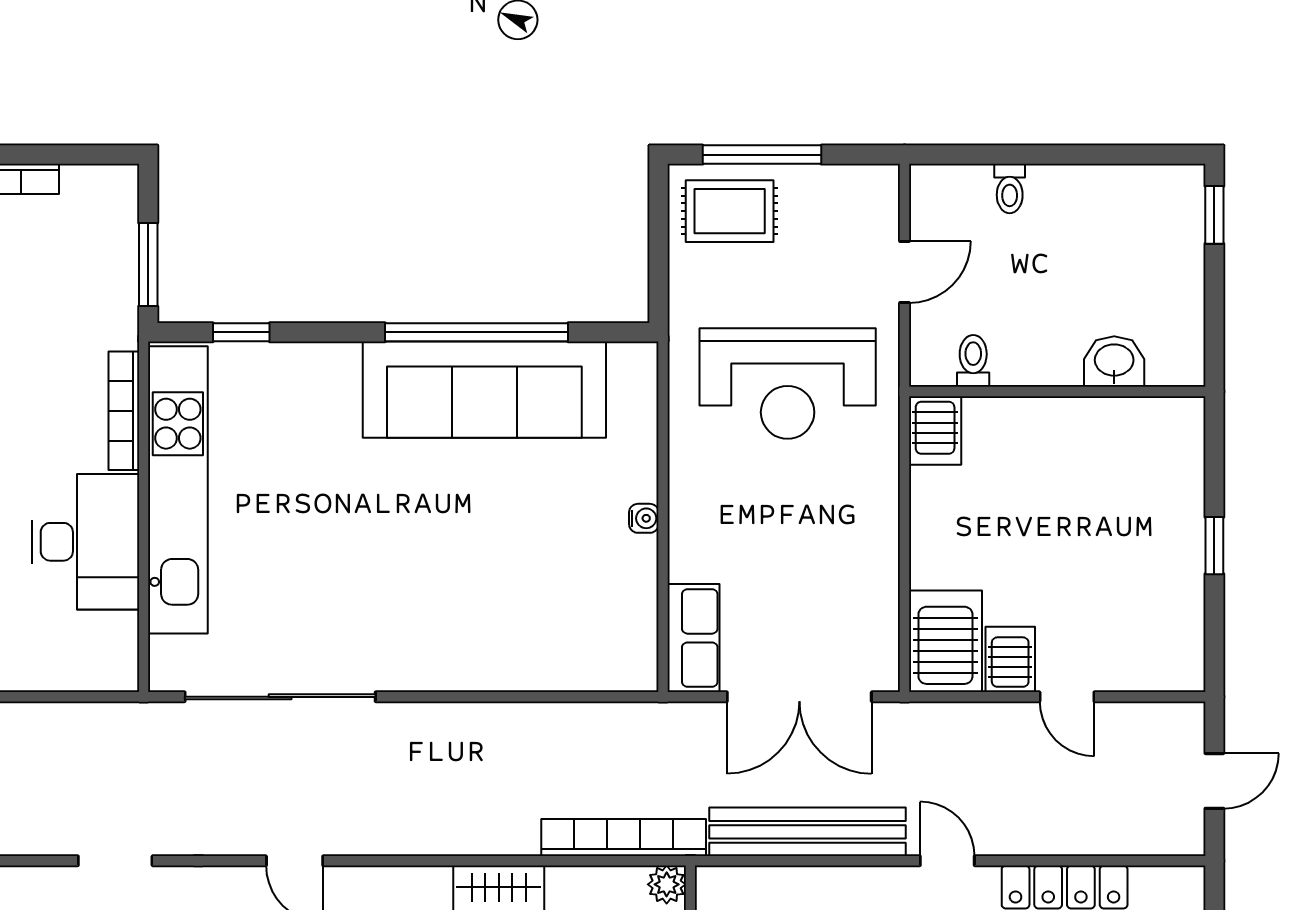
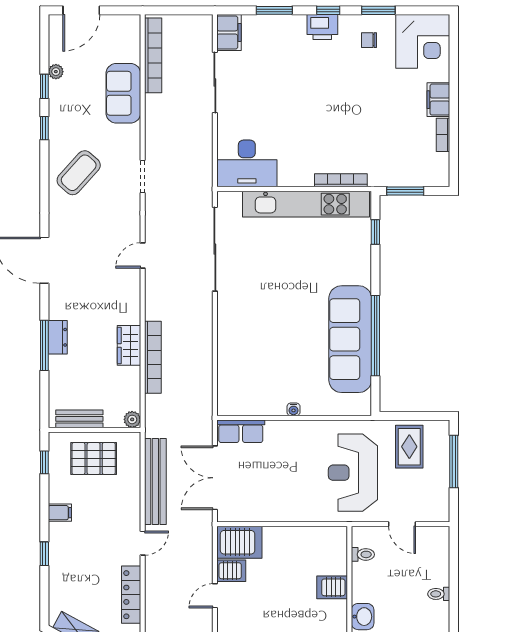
toilet: (1010, 188) -> (439, 594), moved
rug: (730, 211) -> (409, 447), moved
server rack: (935, 431) -> (332, 587), moved
desk: (86, 542) -> (247, 163), moved
bookcase: (624, 838) -> (153, 357), moved

